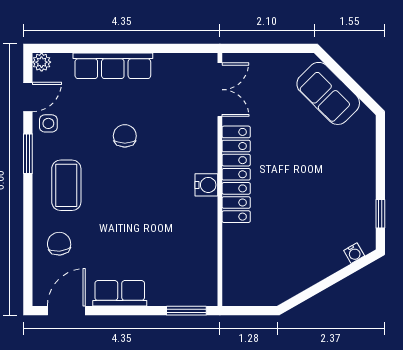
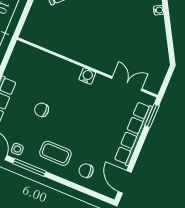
double door: (220, 90) -> (127, 84), moved
window: (28, 154) -> (29, 167), width x1.44
locker: (236, 174) -> (88, 57), removed
row of seats: (120, 293) -> (133, 133), width x2.02

